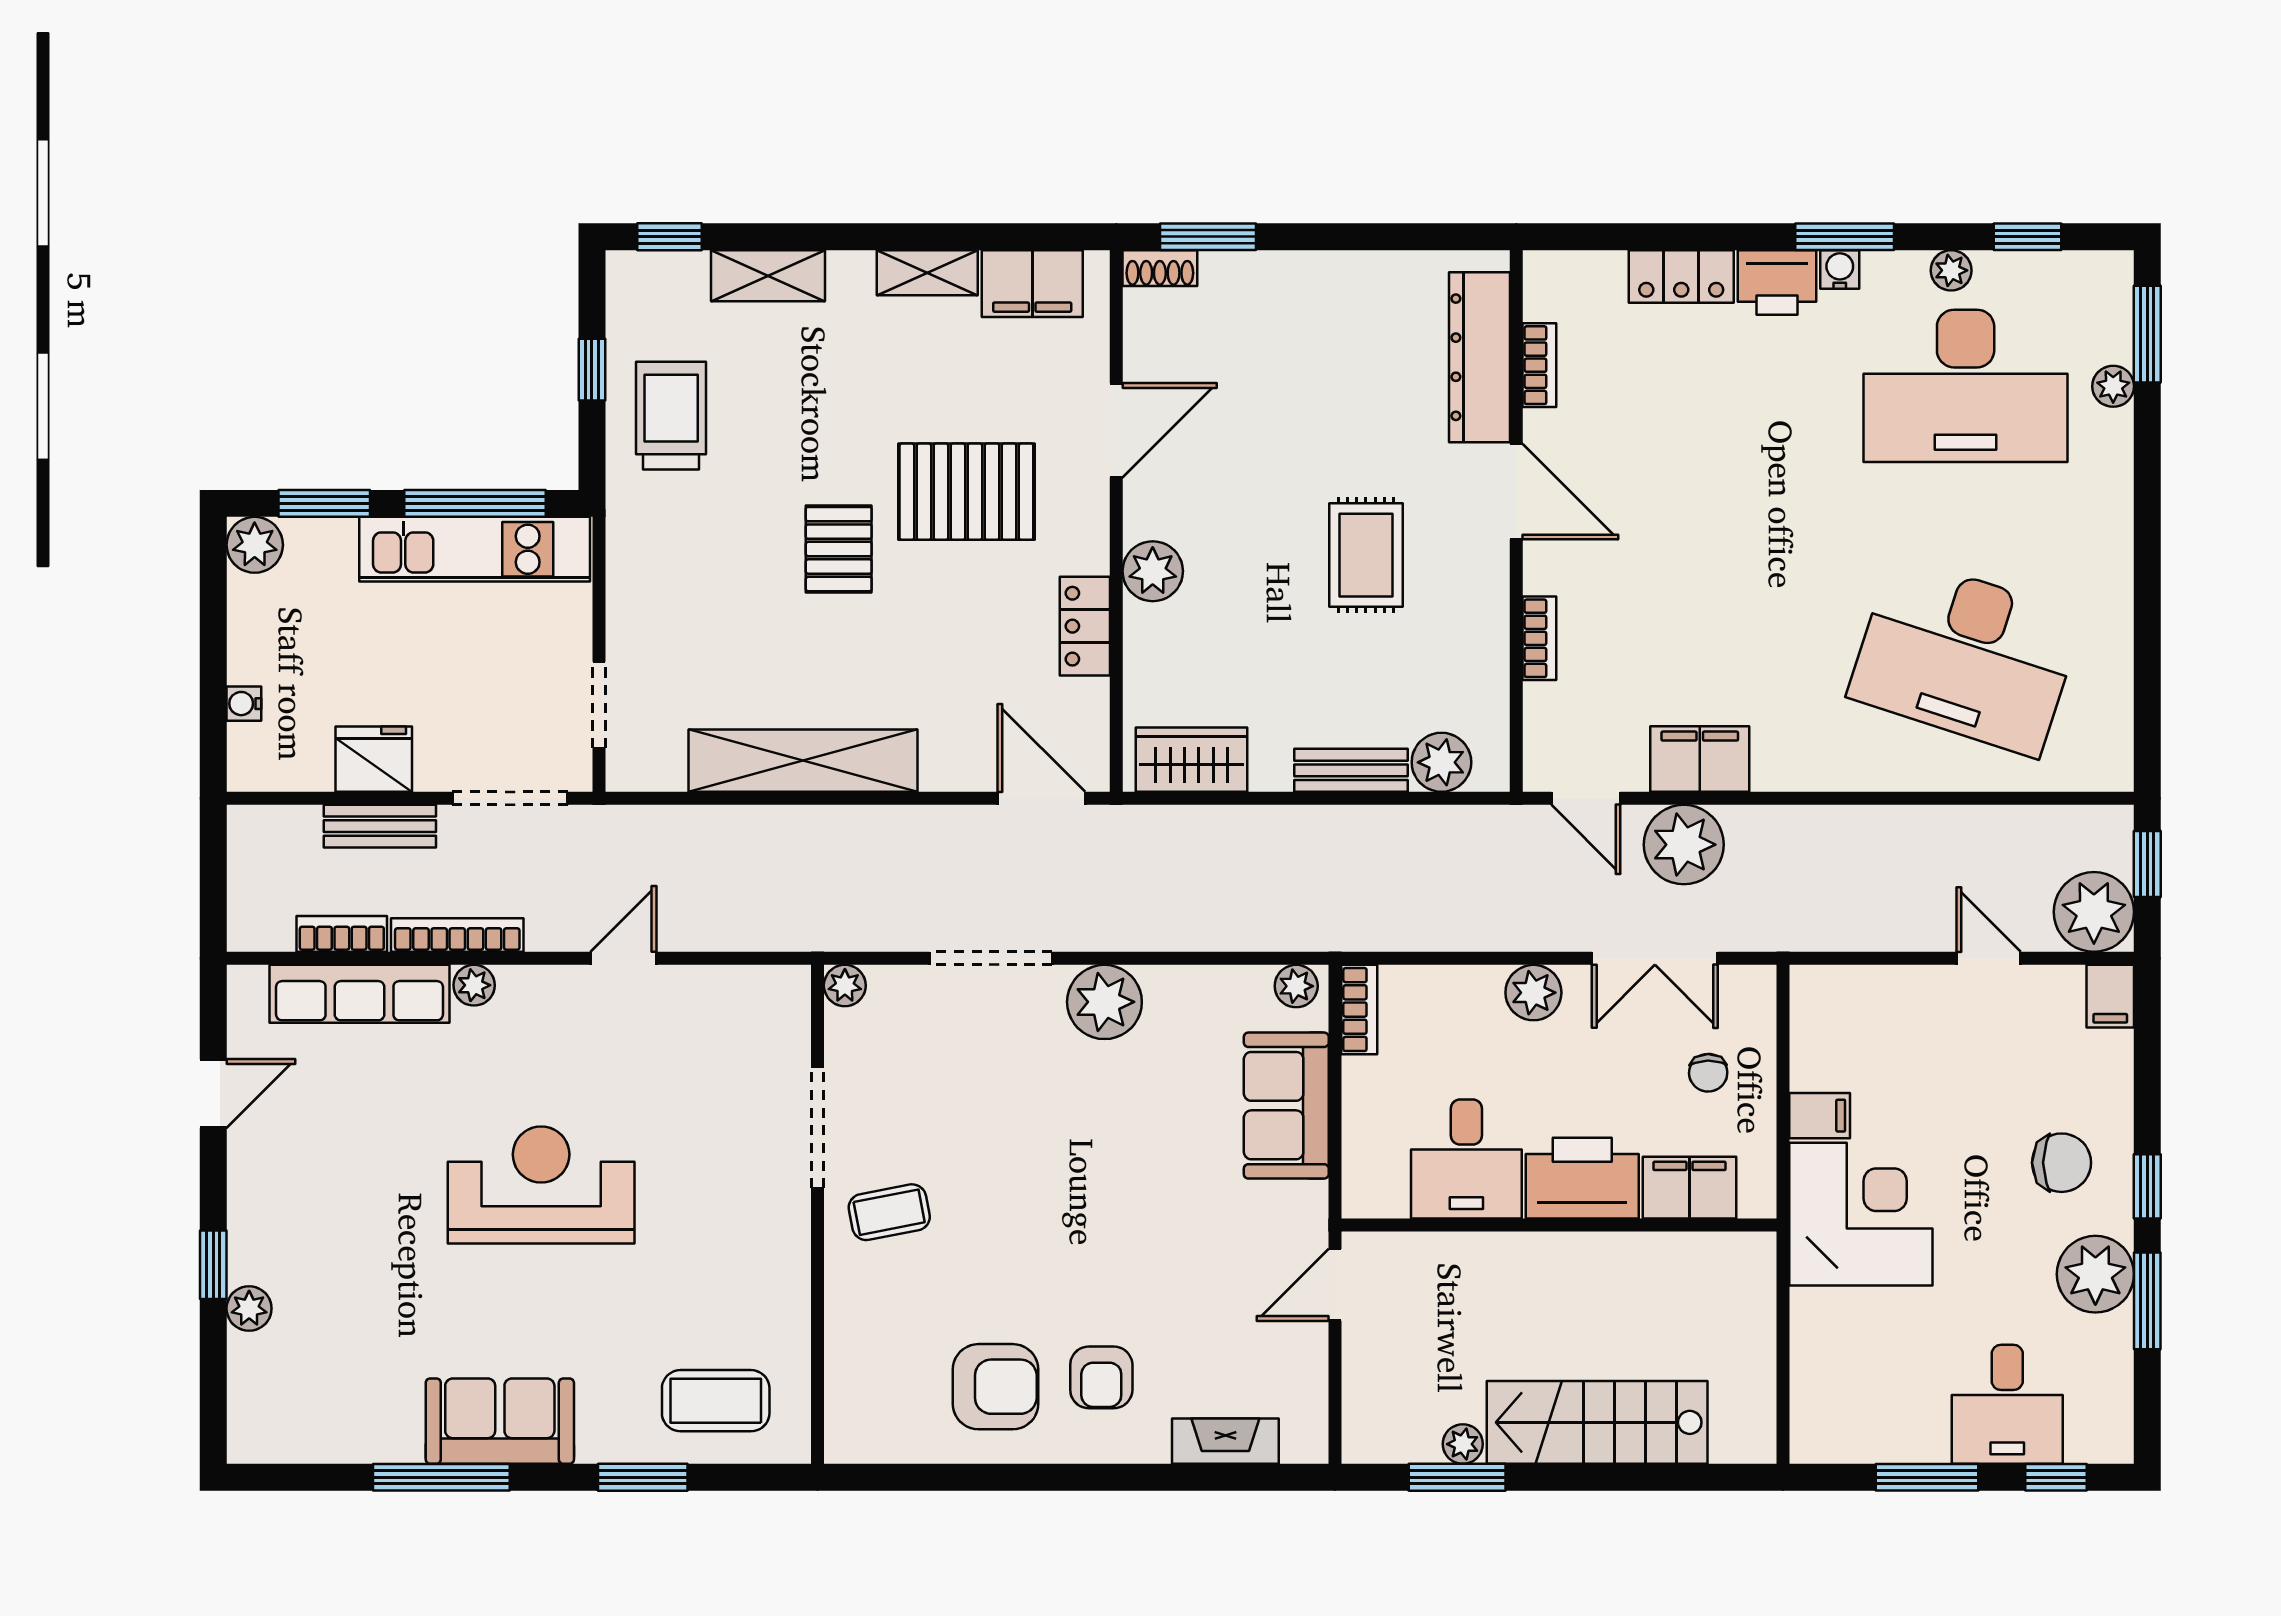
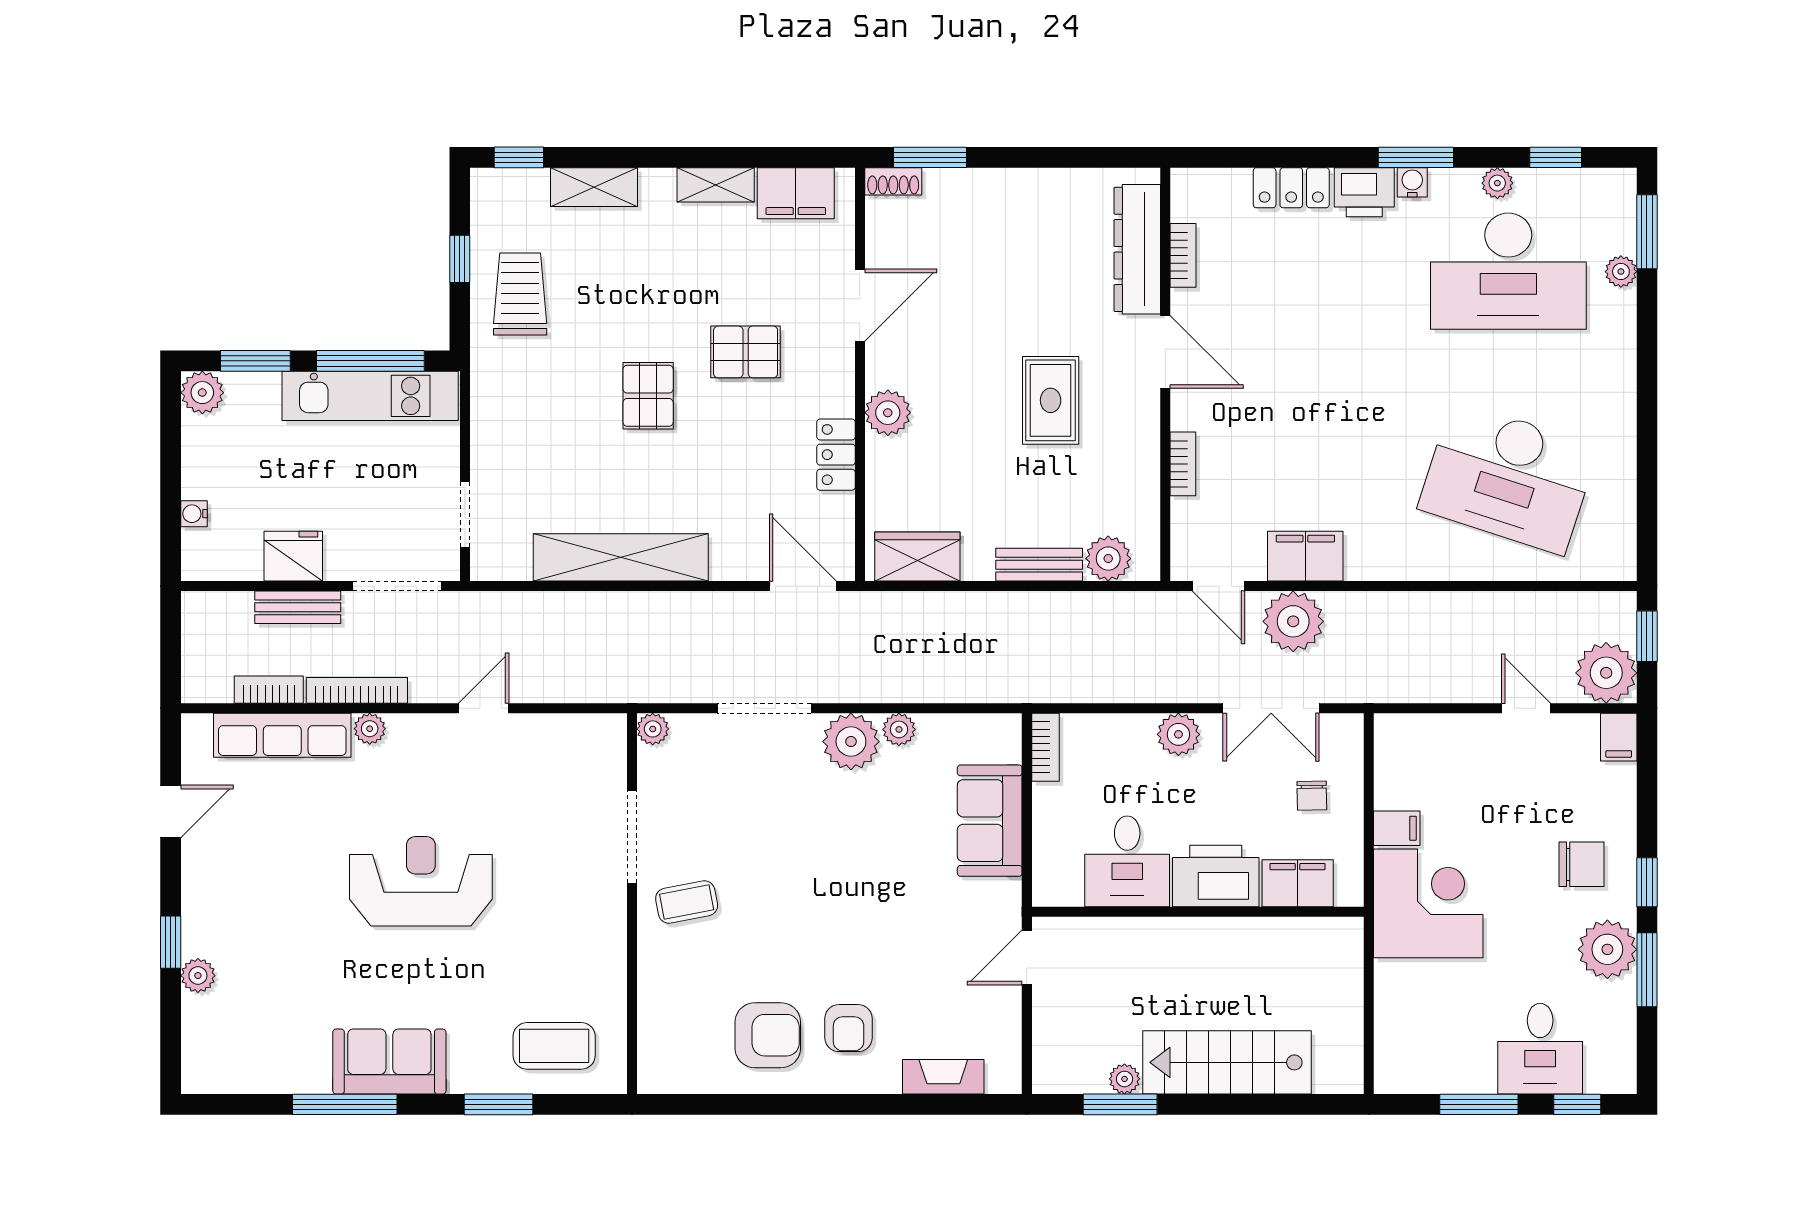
pallet: (966, 492) -> (746, 352), width x0.67, depth x0.71
plant: (1296, 986) -> (899, 729), moved

